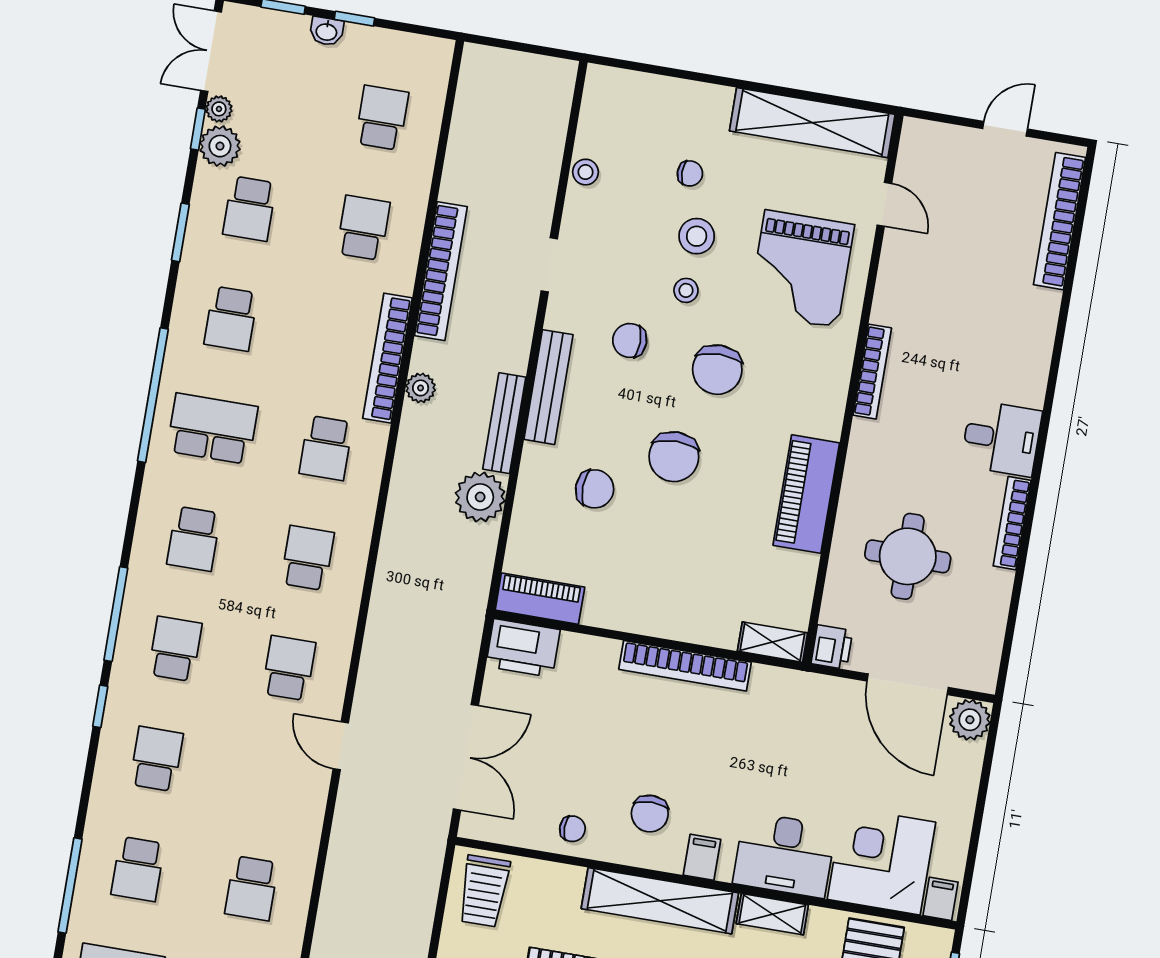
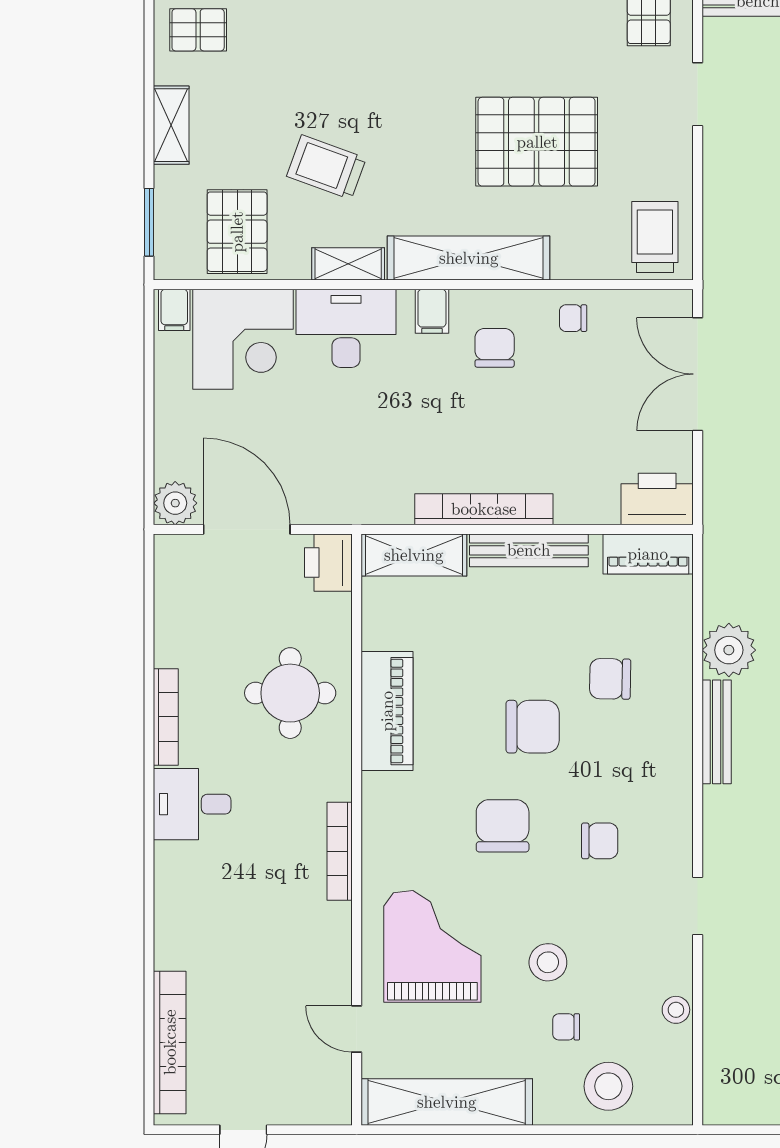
stool: (686, 290) -> (608, 1086), moved, width x1.89, depth x1.89
bench: (549, 387) -> (529, 550), moved, turned 90
chair: (674, 457) -> (533, 727), turned 90
round table: (908, 556) -> (290, 693), moved
shelving: (772, 642) -> (414, 555), width x1.50, depth x1.33
printer: (832, 647) -> (328, 563), width x1.36, depth x1.24

